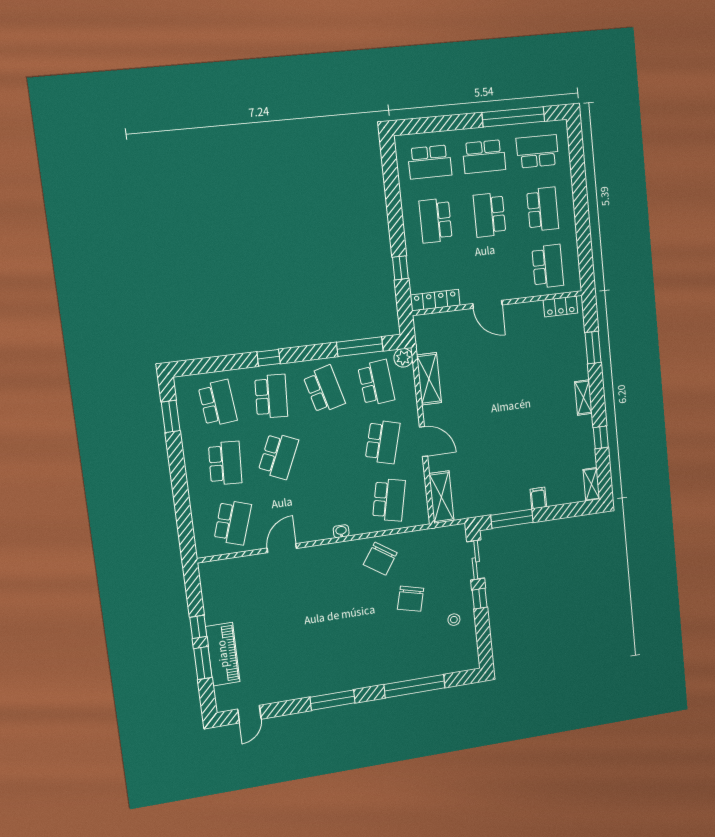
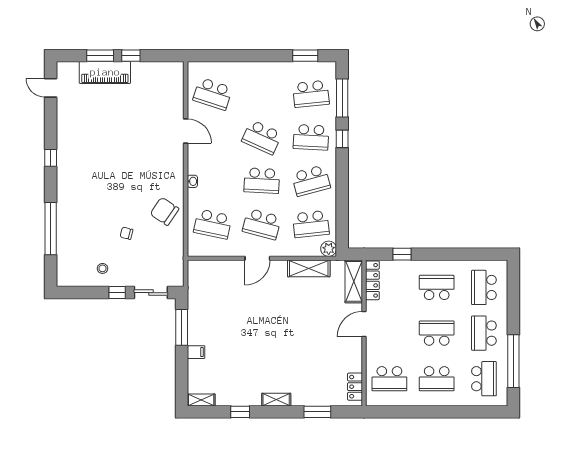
window: (360, 347) -> (342, 98), moved
school desk: (225, 463) -> (262, 181), moved
shelving: (441, 497) -> (354, 281), moved, turned 90
chair: (411, 599) -> (126, 233), width x0.54, depth x0.54
window: (333, 700) -> (51, 158), width x0.46

